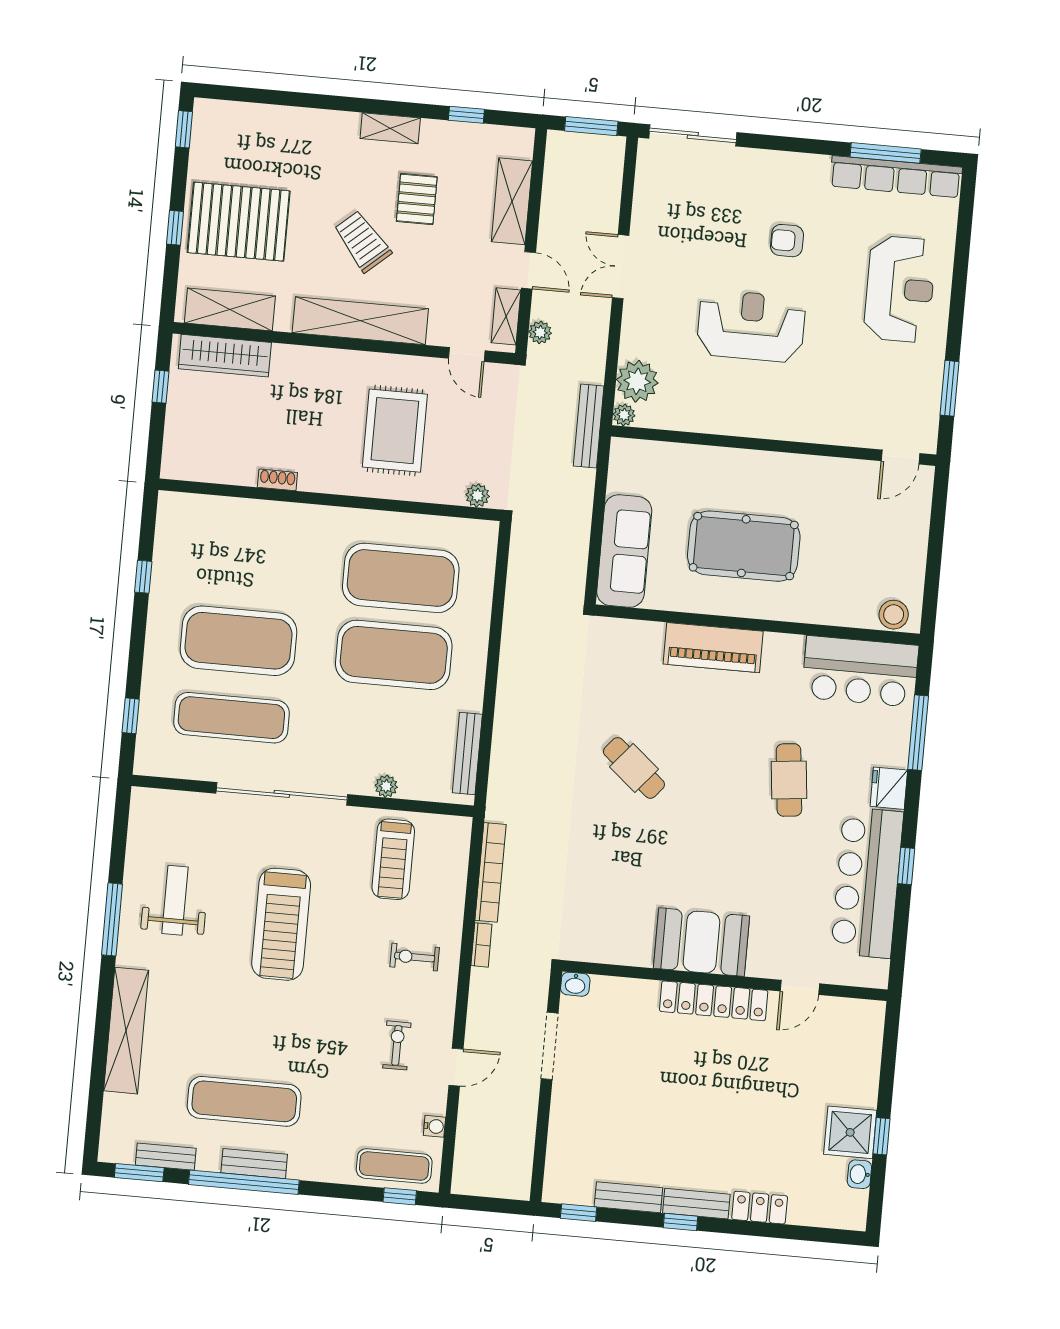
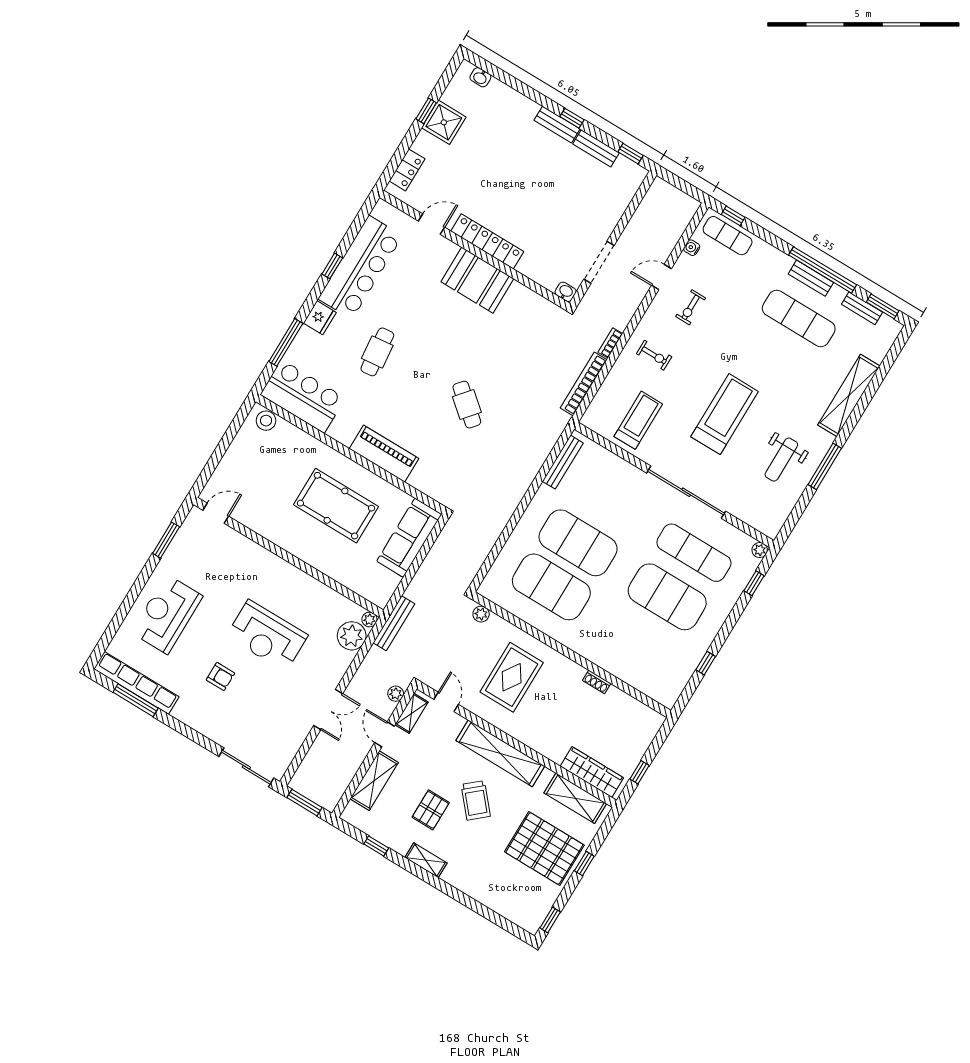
plant: (386, 786) -> (760, 550), moved
washbasin: (859, 1174) -> (480, 77), moved, turned 90
locker: (760, 1208) -> (407, 170), moved, turned -90

